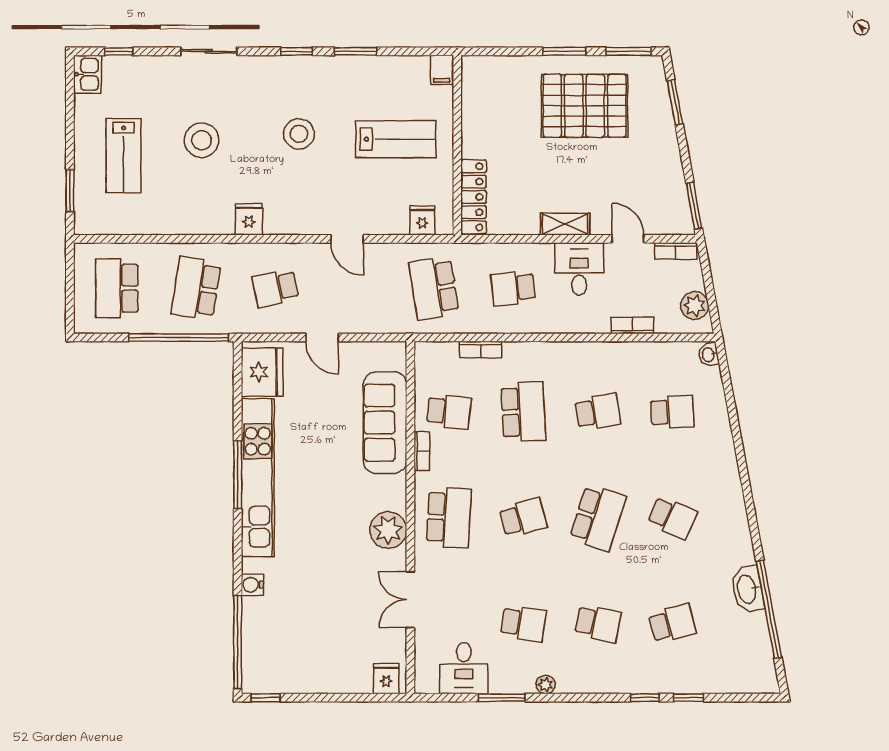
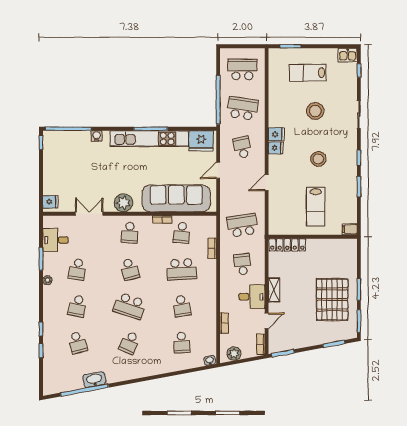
fridge: (422, 221) -> (276, 148), moved
sofa: (385, 423) -> (176, 198), width x1.36, depth x1.27
school desk: (449, 518) -> (130, 233), width x0.54

